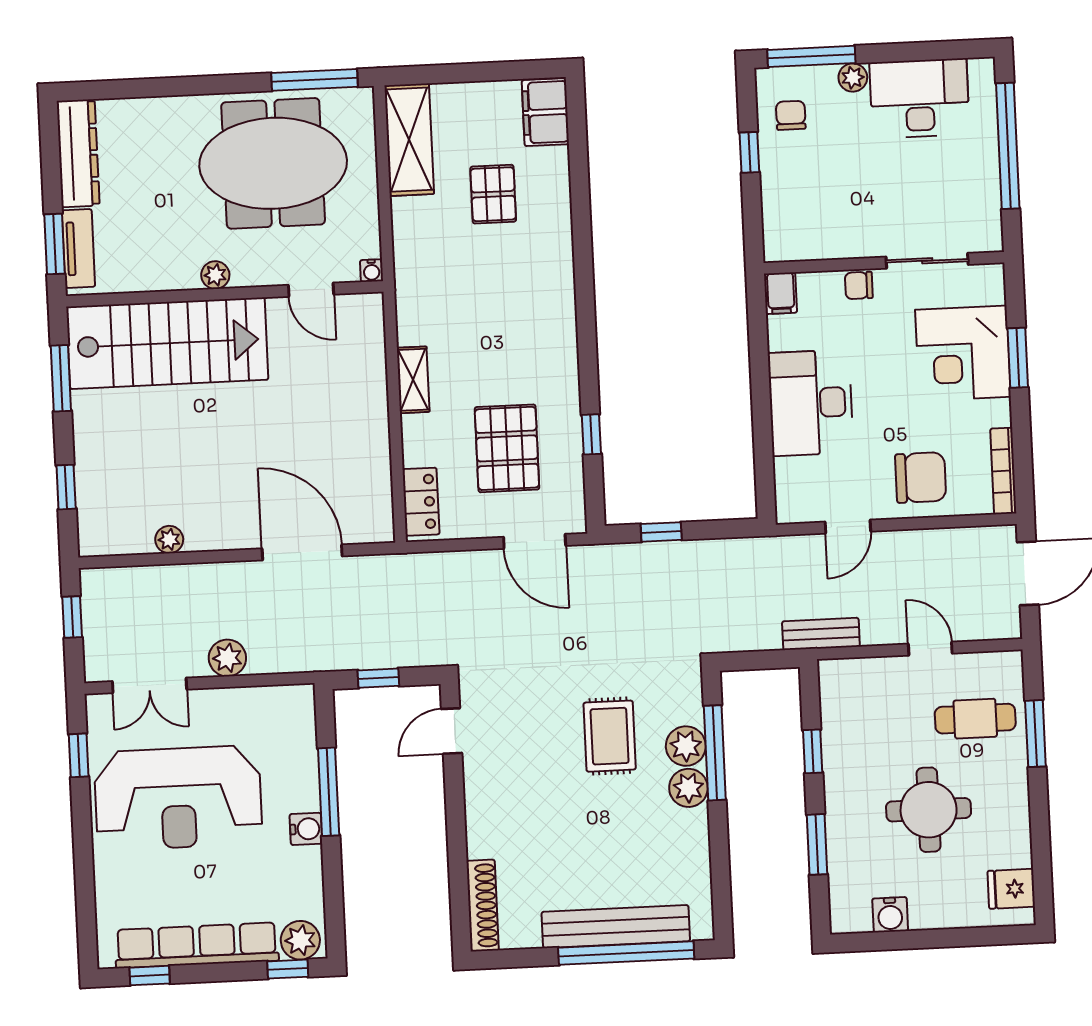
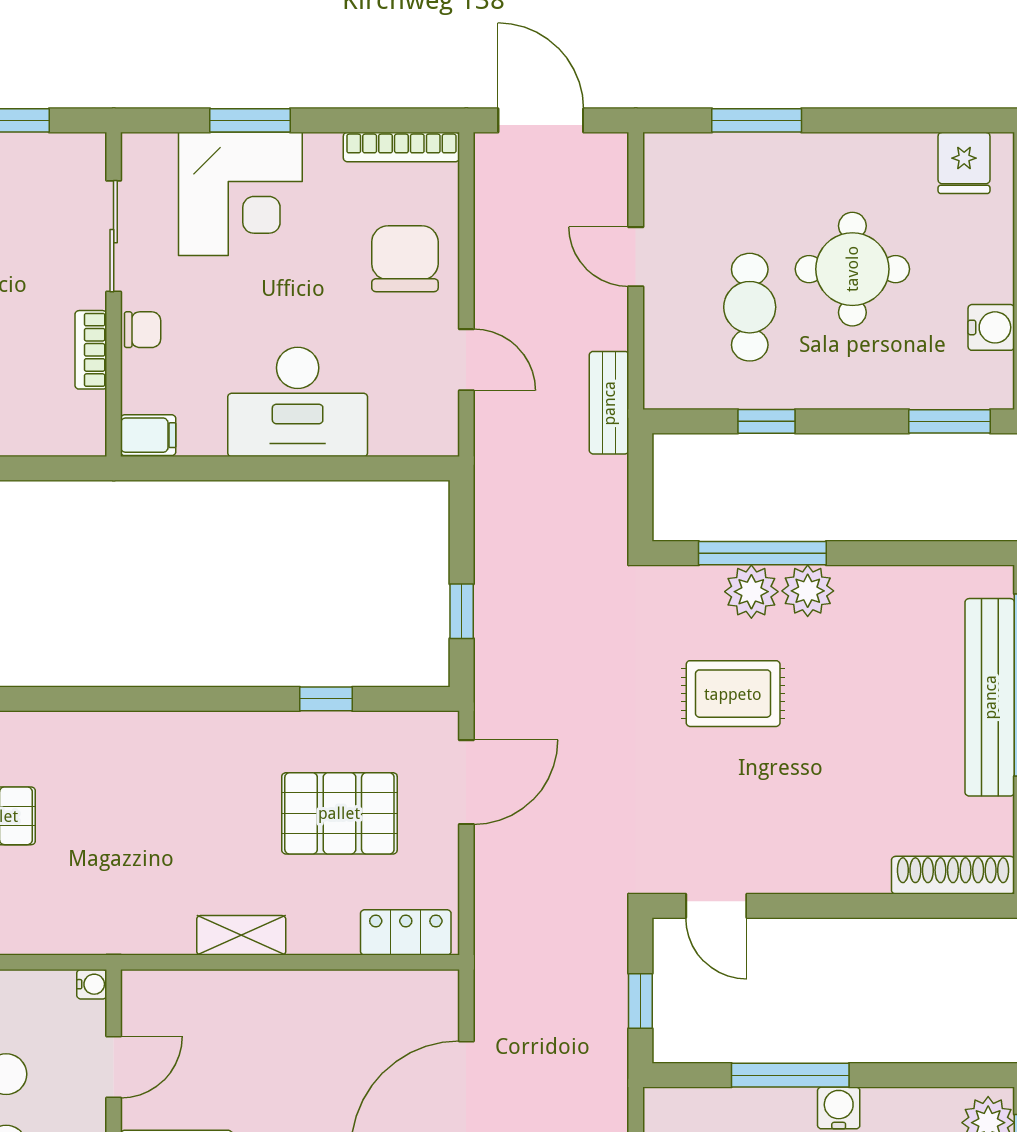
bookcase: (842, 248) -> (91, 350), added
chair: (859, 285) -> (143, 330), turned -90
door: (930, 649) -> (636, 257), hinge flipped
cafe table: (975, 719) -> (750, 307), moved
window: (817, 844) -> (950, 421), moved

